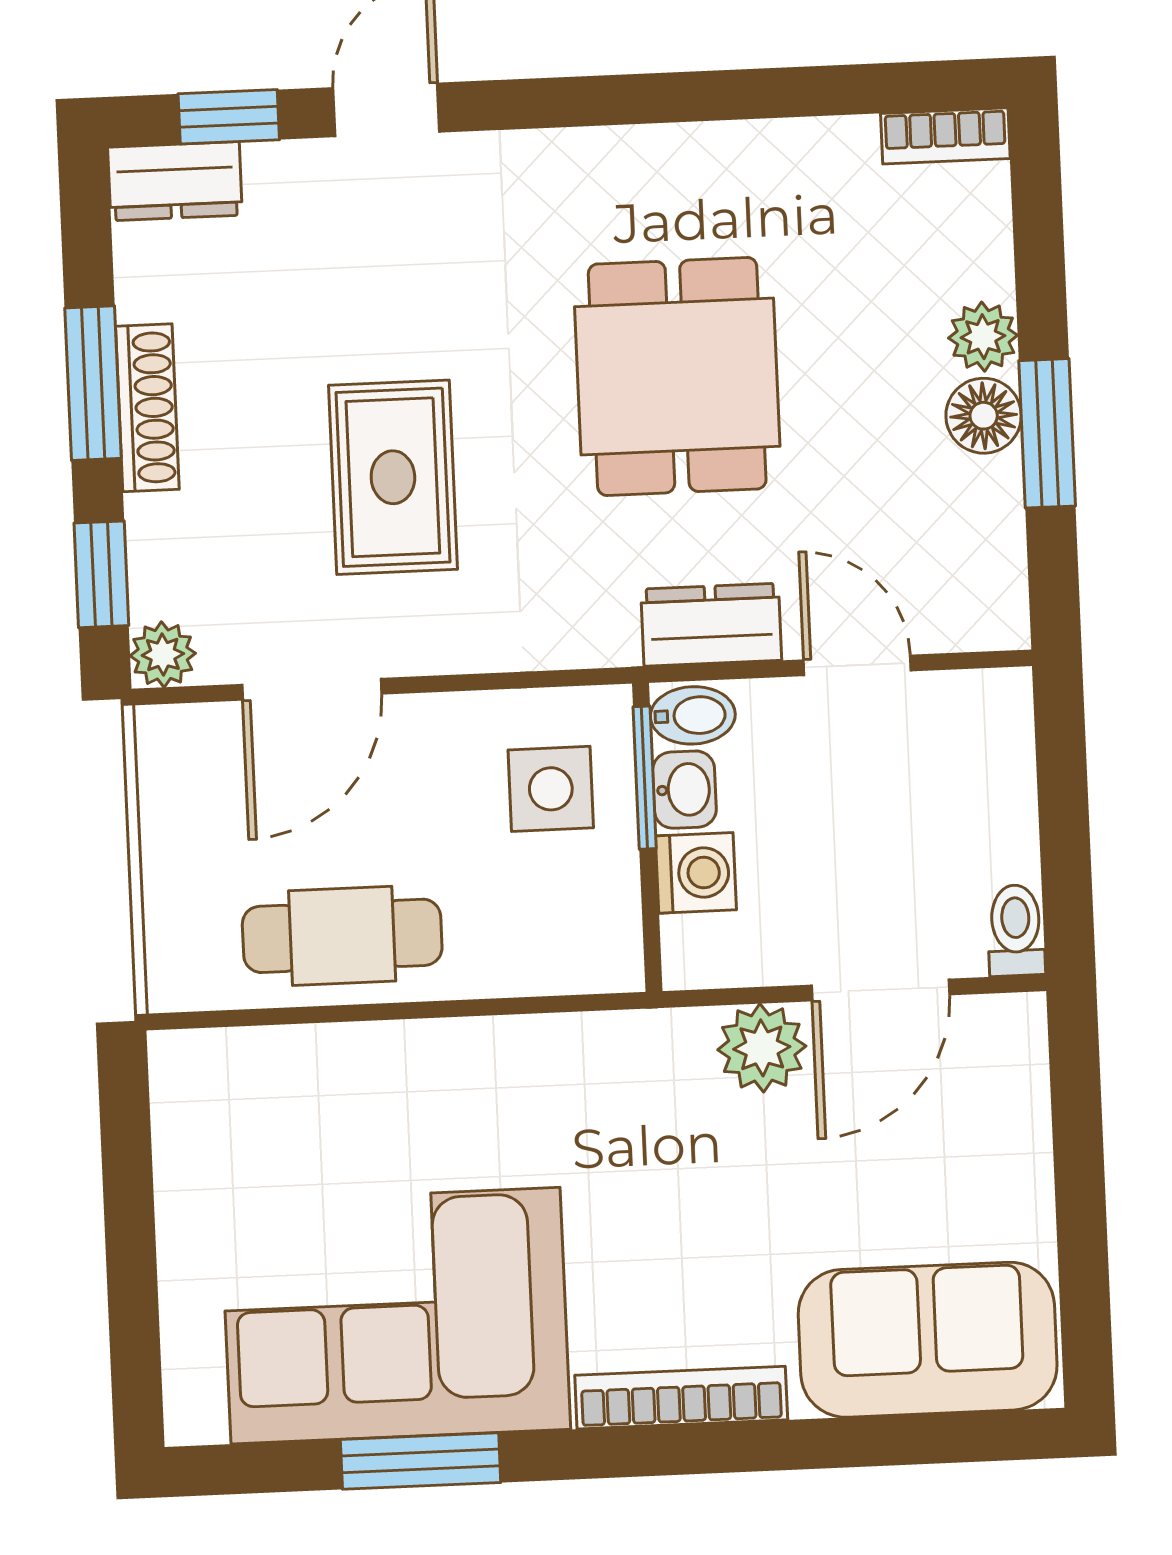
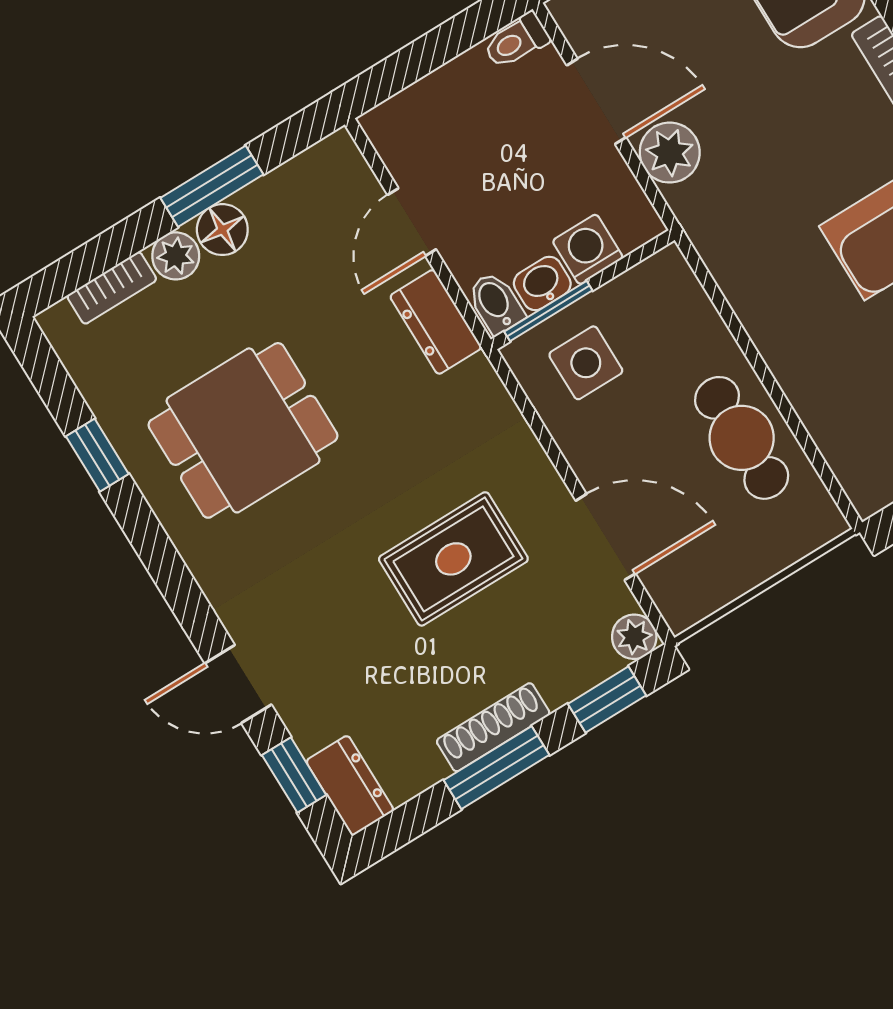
window: (783, 93) -> (97, 455), added
bookcase: (945, 136) -> (112, 288), moved, turned 90
dining table: (677, 376) -> (243, 430), moved

